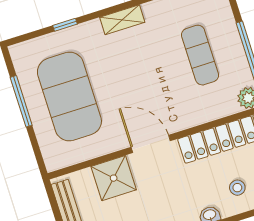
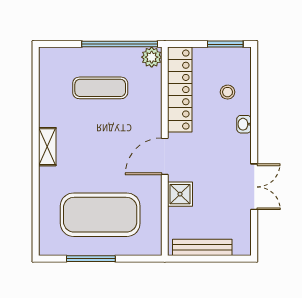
window: (65, 25) -> (36, 199), removed
shower: (114, 178) -> (180, 194), width x0.73, depth x0.73

